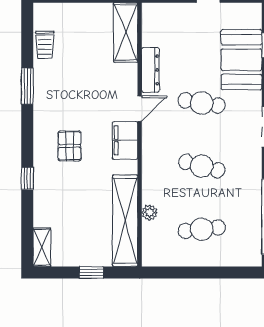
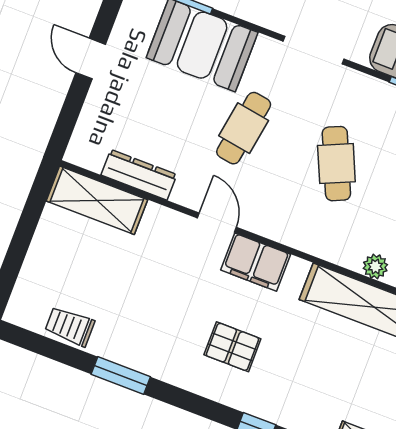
trolley: (45, 45) -> (70, 326), turned 180
dresser: (150, 70) -> (139, 175), moved
cafe table: (202, 166) -> (336, 164), turned -39

